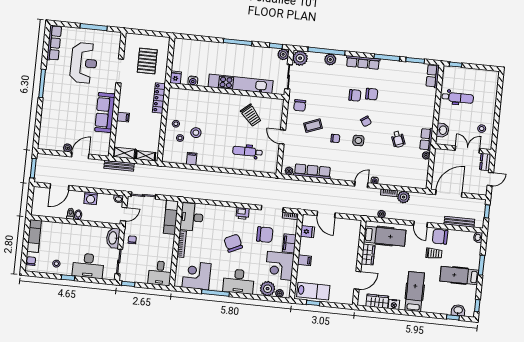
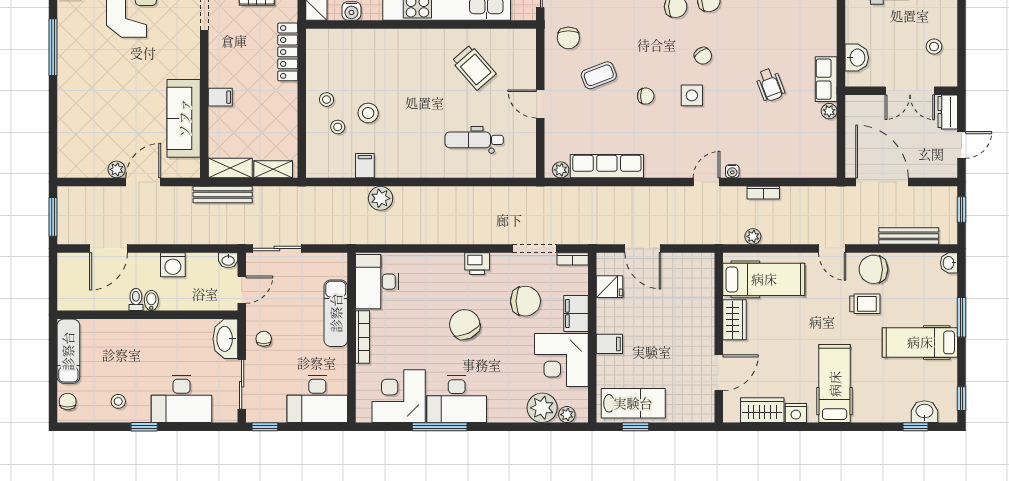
sofa: (105, 113) -> (184, 118), moved
double door: (467, 149) -> (910, 91), swing flipped
door: (449, 194) -> (882, 182), hinge flipped
plant: (404, 197) -> (381, 198), moved
exam couch: (171, 217) -> (336, 313), moved
desk: (160, 273) -> (317, 399), width x1.37
desk: (239, 281) -> (457, 399), moved

